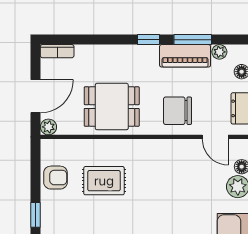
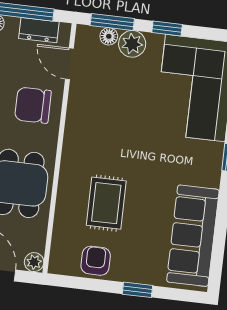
chair: (178, 111) -> (33, 105), turned 90
door: (215, 137) -> (69, 64), swing flipped

